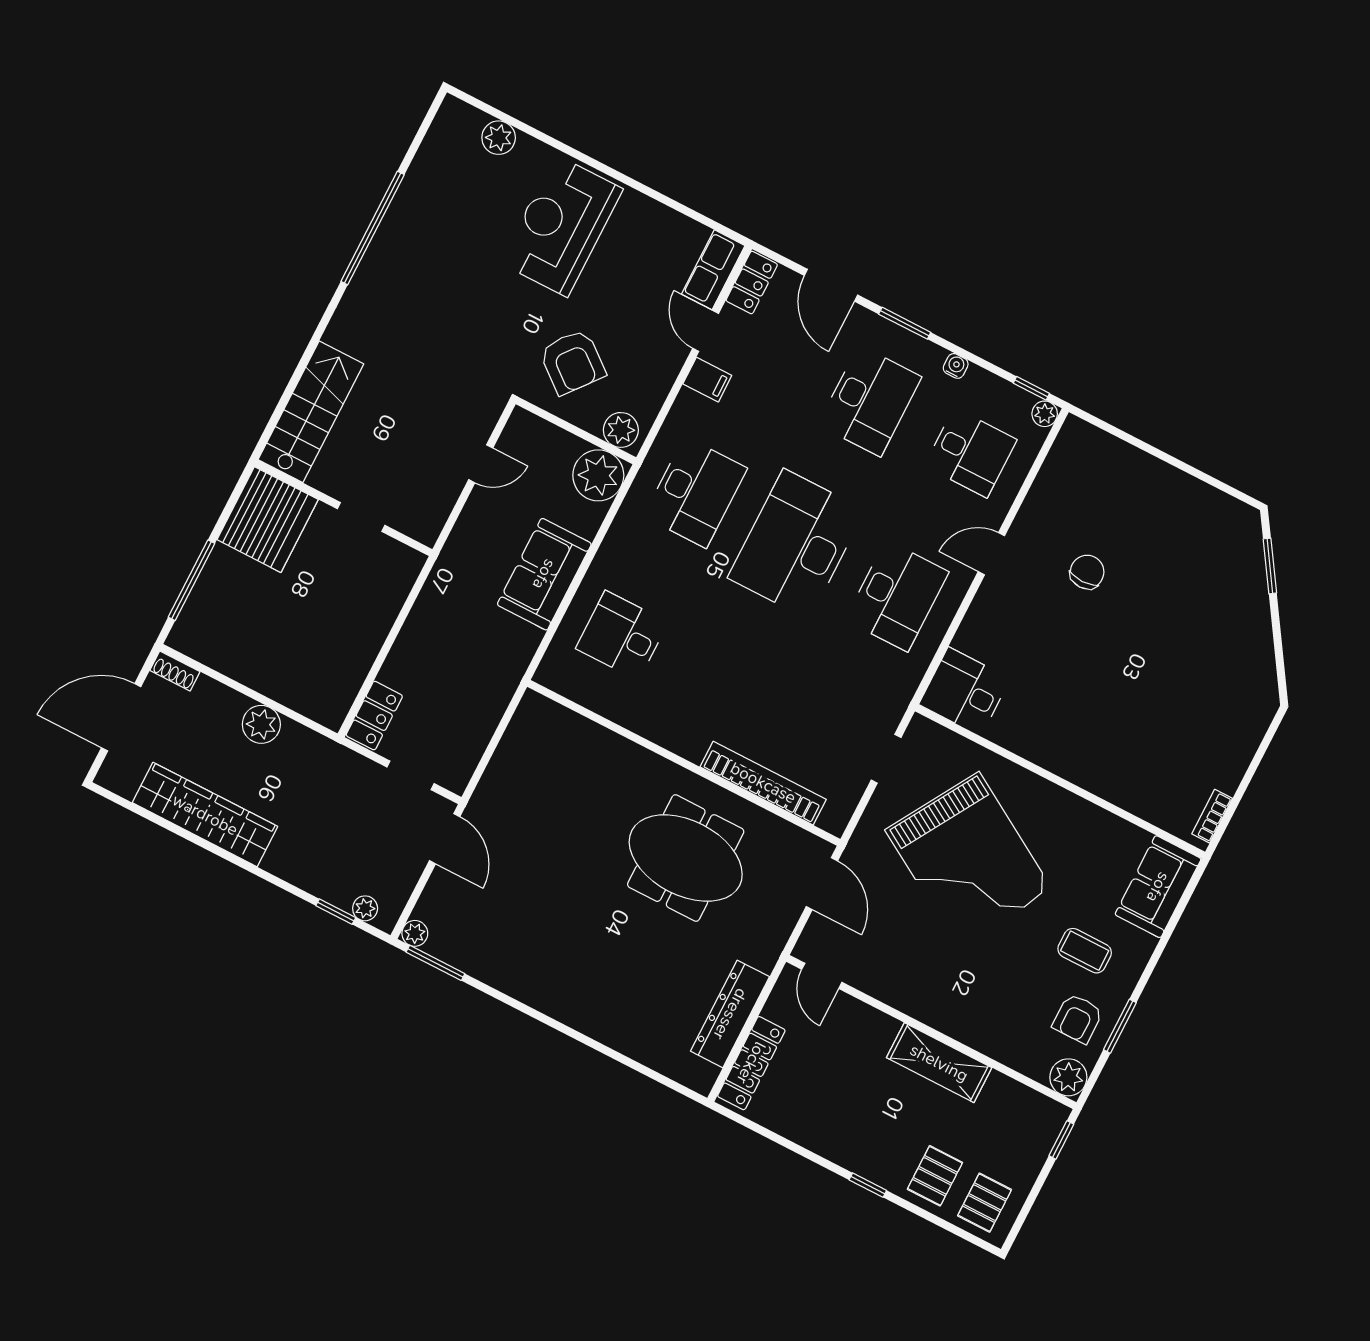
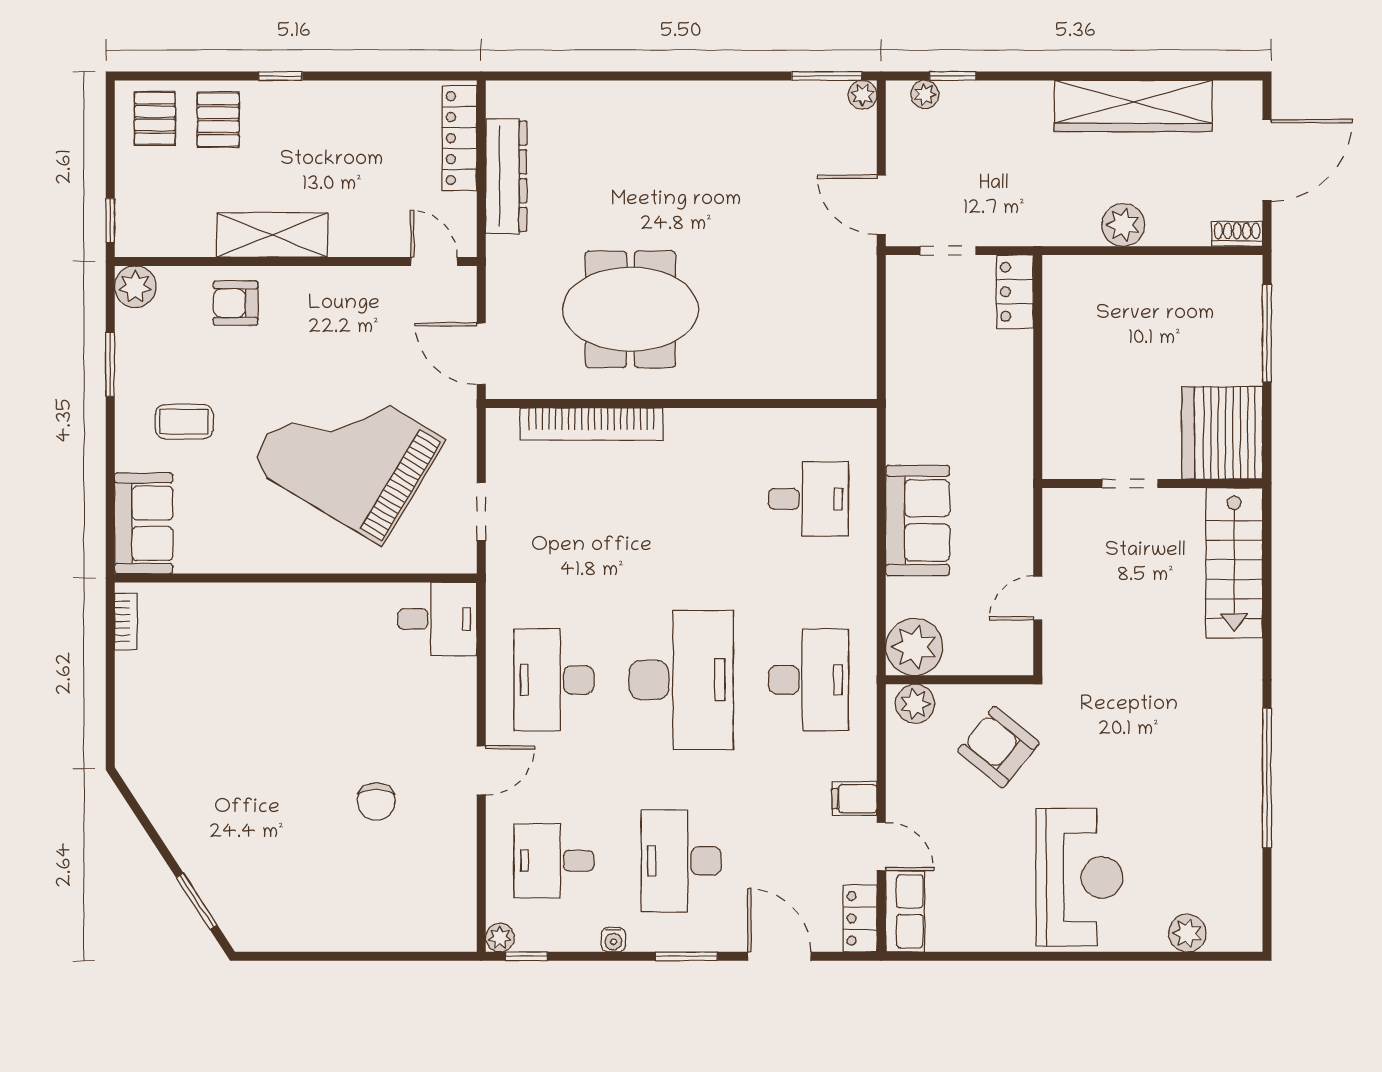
desk: (695, 492) -> (809, 680), turned 180
armchair: (1078, 1018) -> (236, 303), moved, turned -90

